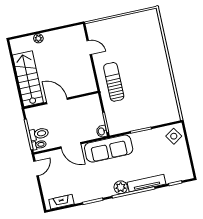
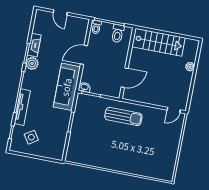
door: (89, 48) -> (174, 110), moved
door: (57, 101) -> (125, 78), moved
toilet: (39, 134) -> (118, 34), moved
side table: (174, 136) -> (31, 137), moved
door: (36, 168) -> (60, 12), moved
plant: (121, 187) -> (32, 63), moved
fireplace: (61, 202) -> (34, 45), moved

